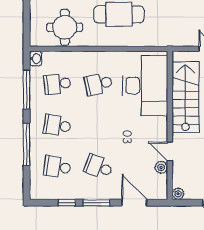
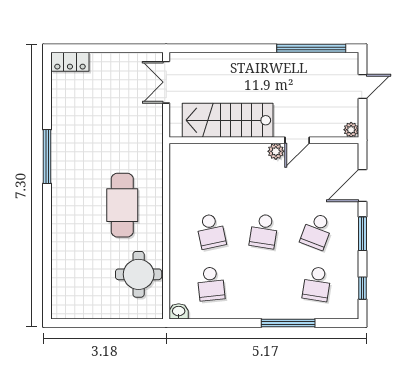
desk: (145, 86) -> (213, 172), removed
window: (27, 90) -> (218, 323), removed
school desk: (57, 125) -> (264, 231), moved
plant: (161, 167) -> (276, 151), moved
window: (67, 203) -> (363, 288), moved

